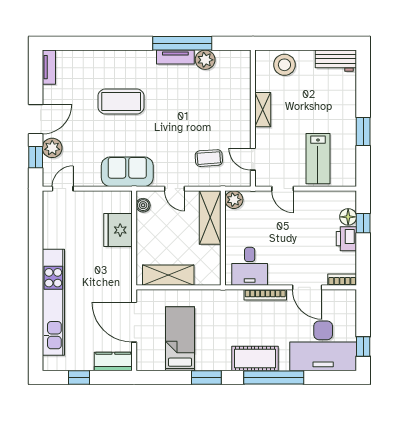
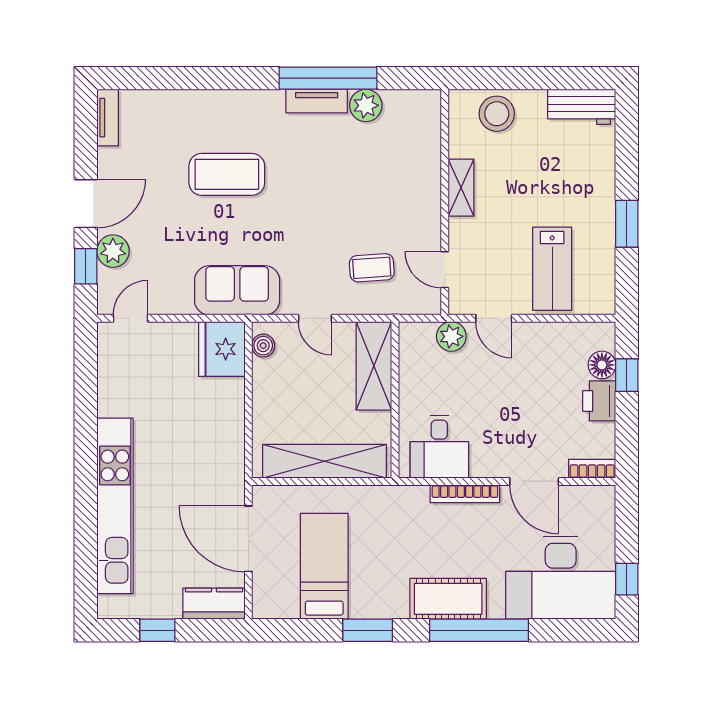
plant: (234, 200) -> (451, 336), moved
fridge: (118, 230) -> (222, 349), moved
shelving: (168, 275) -> (325, 461), width x1.47

